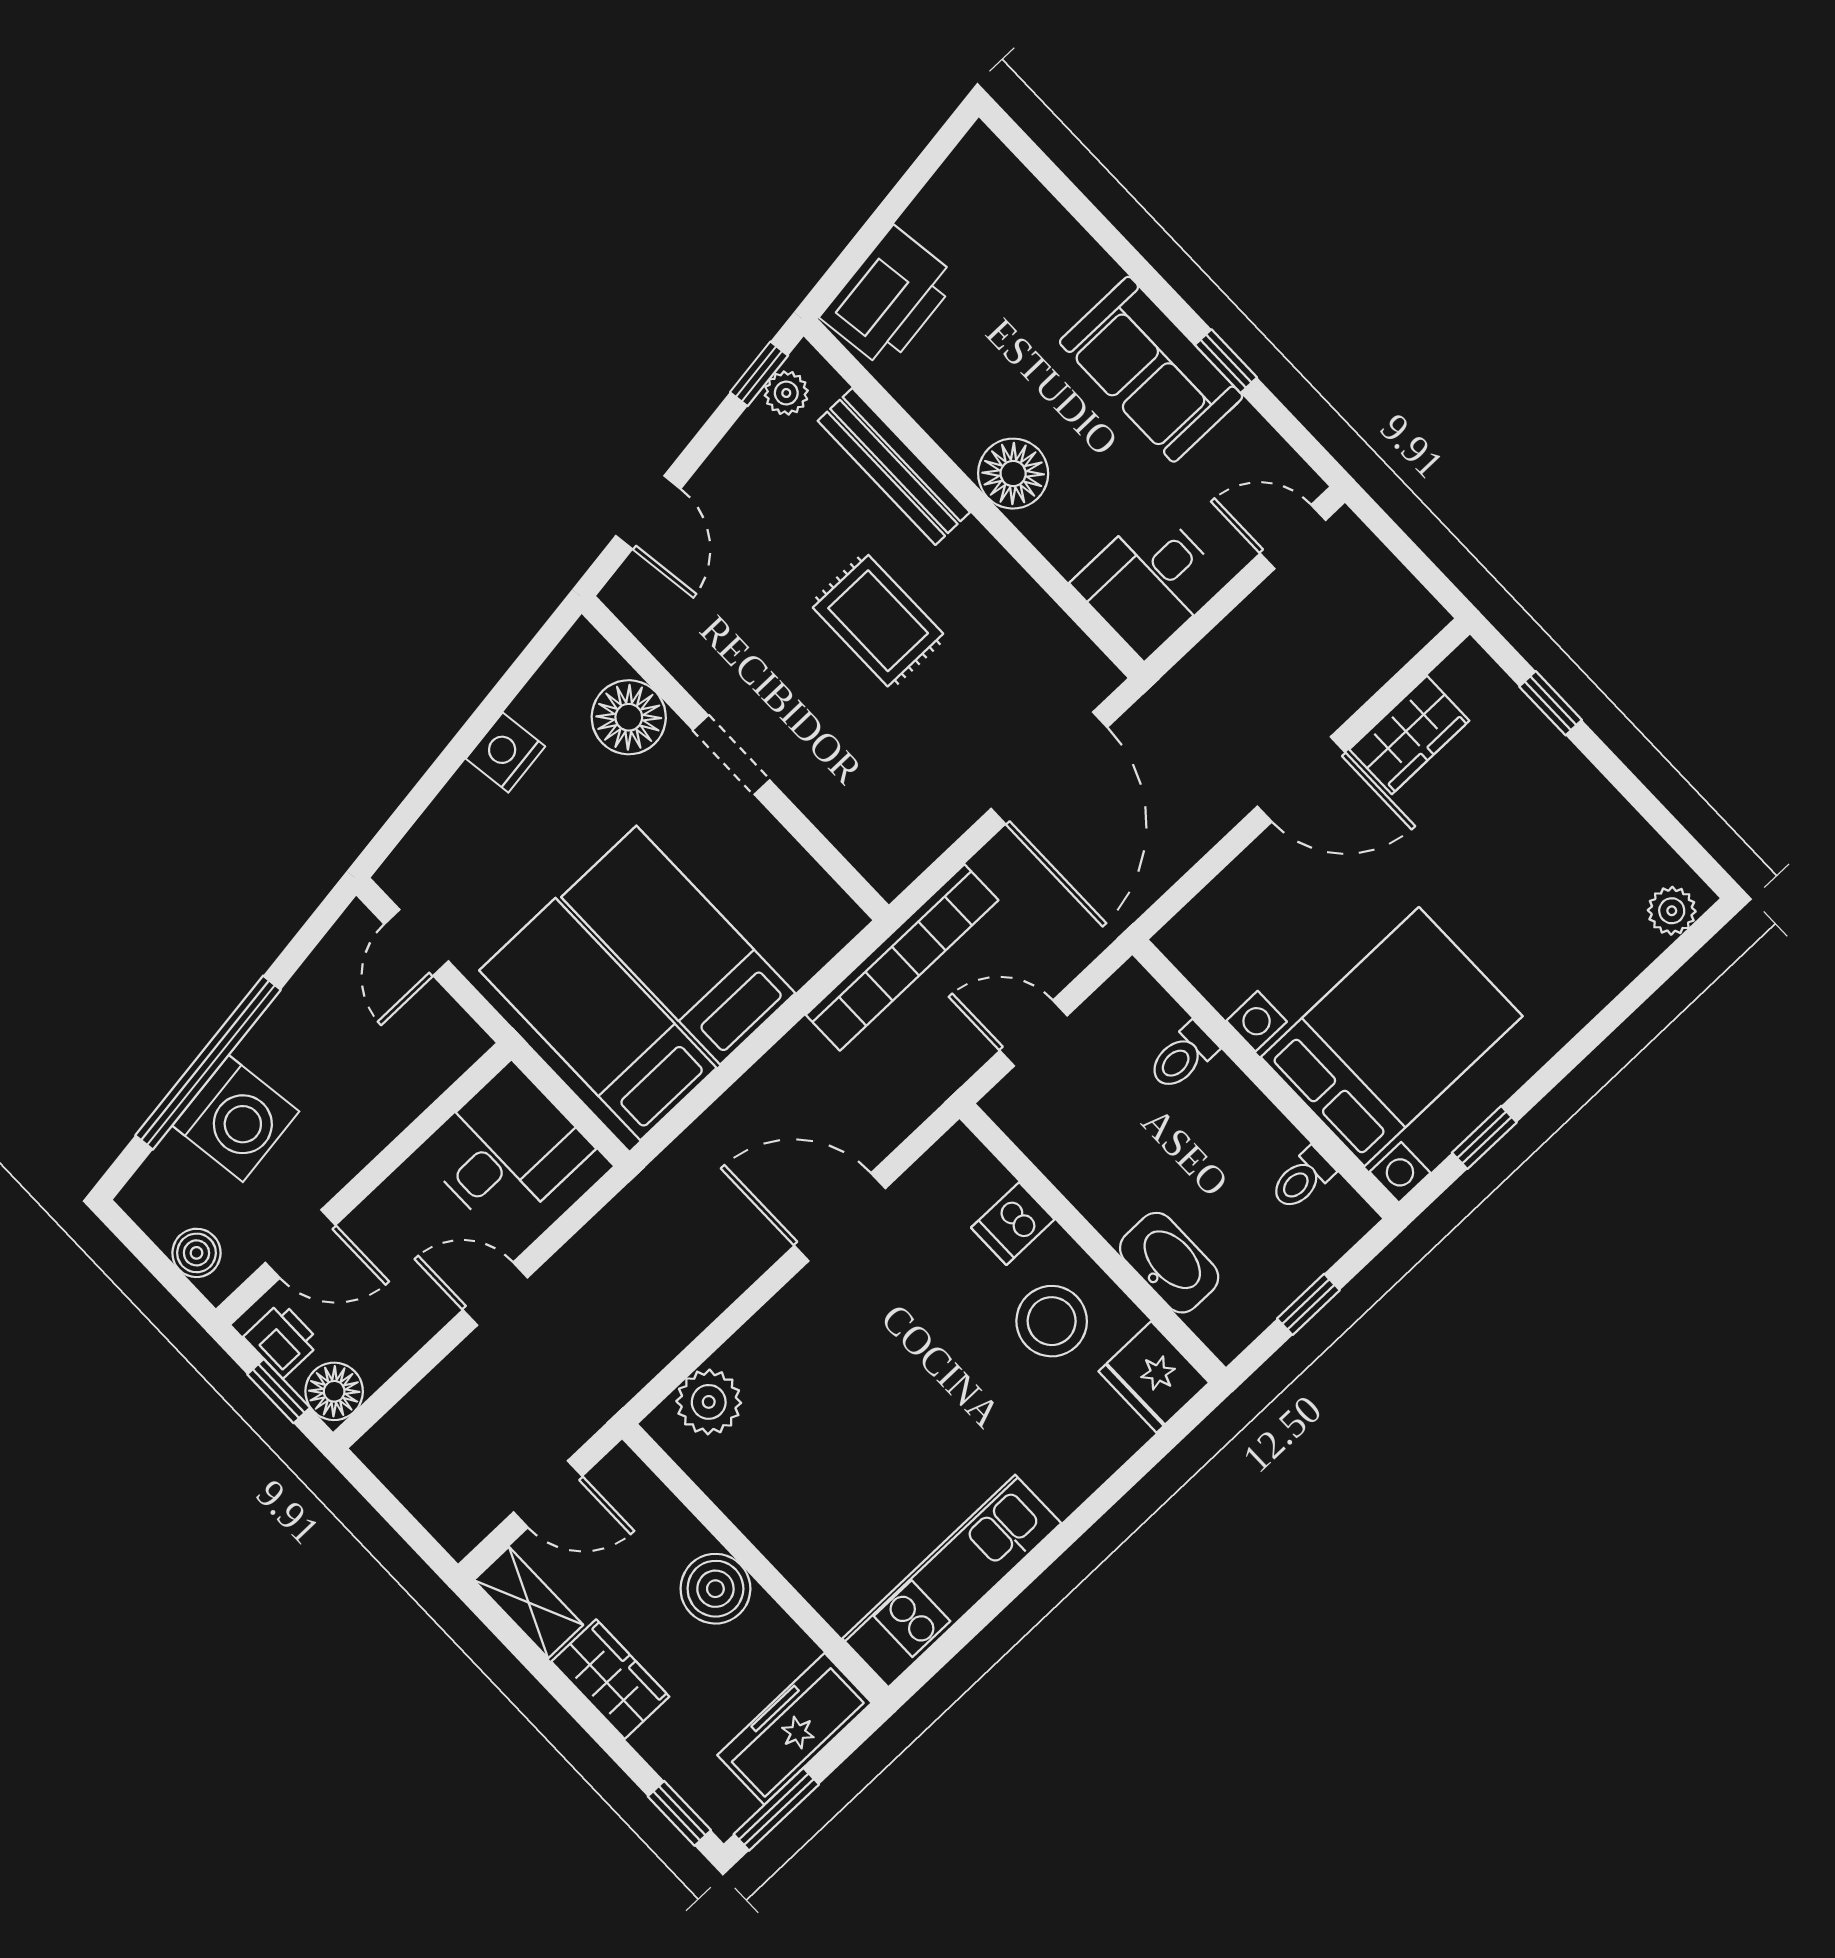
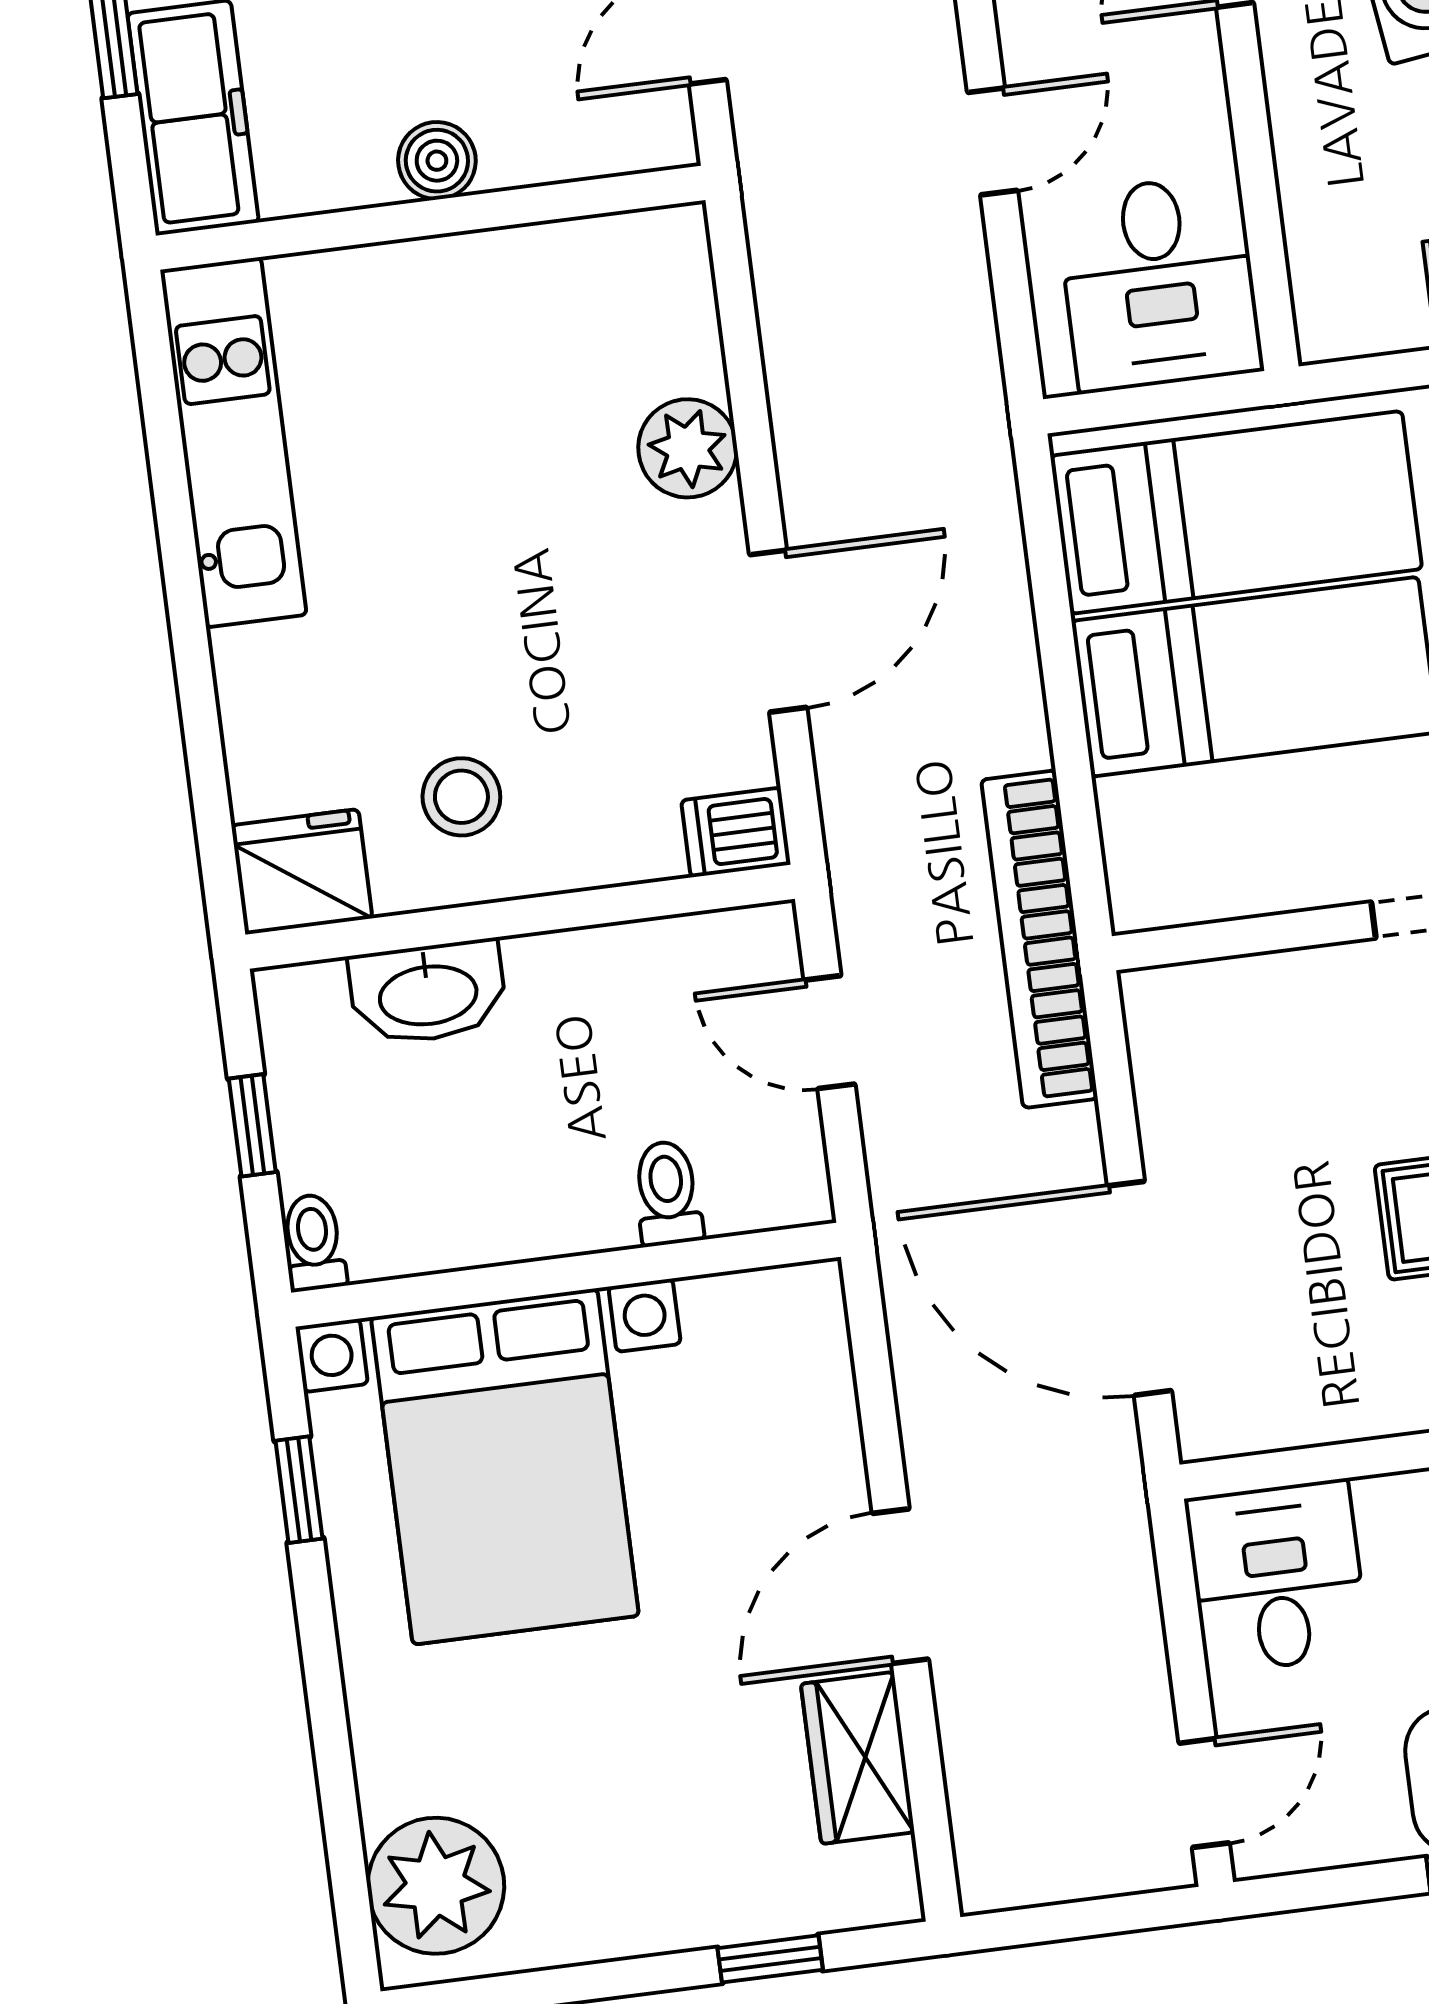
plant: (1672, 911) -> (436, 1886), width x1.87, depth x1.87
door: (1034, 1033) -> (829, 1032), swing flipped
toilet: (1302, 1179) -> (314, 1242), moved
dishwasher: (1013, 1224) -> (736, 832), moved, turned -90
stool: (1052, 1321) -> (461, 797), width x0.73, depth x0.73
plant: (709, 1402) -> (688, 448), moved
boiler: (715, 1589) -> (437, 161), width x0.73, depth x0.73

